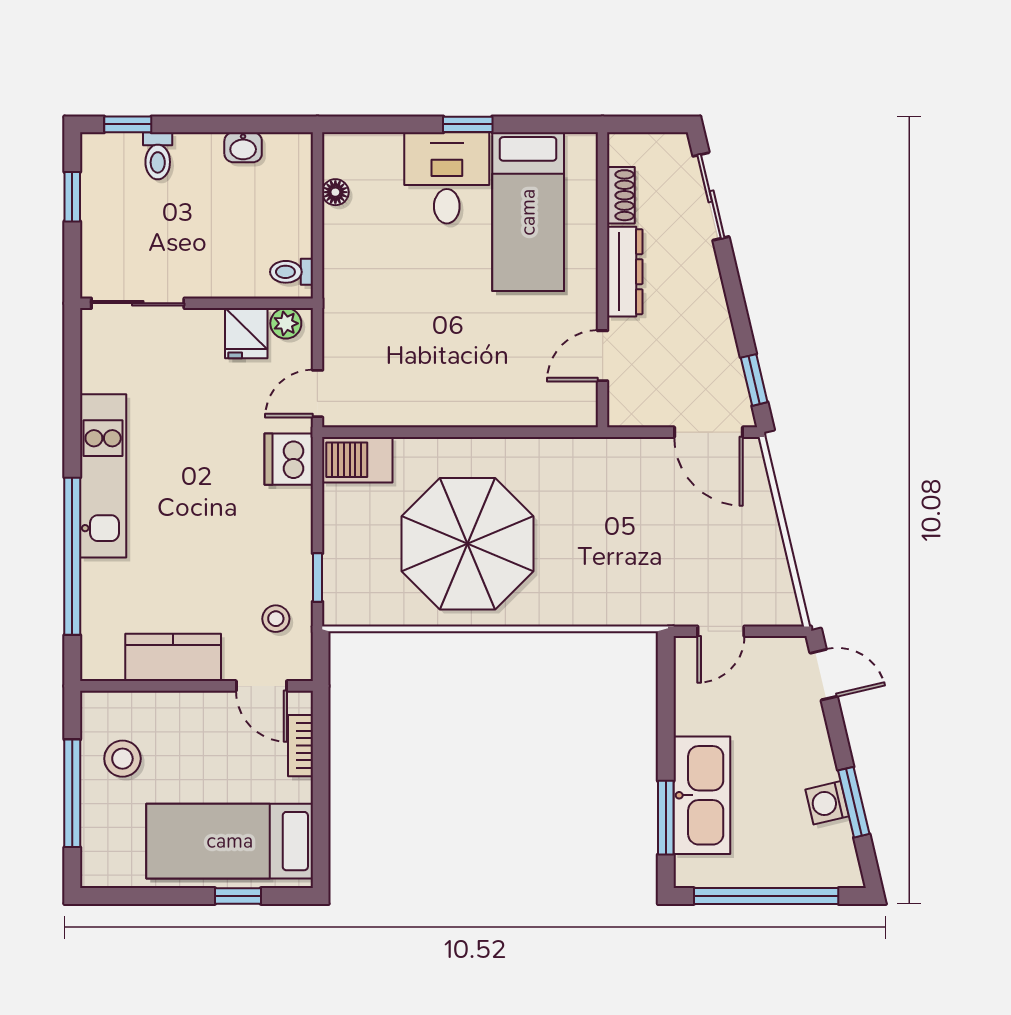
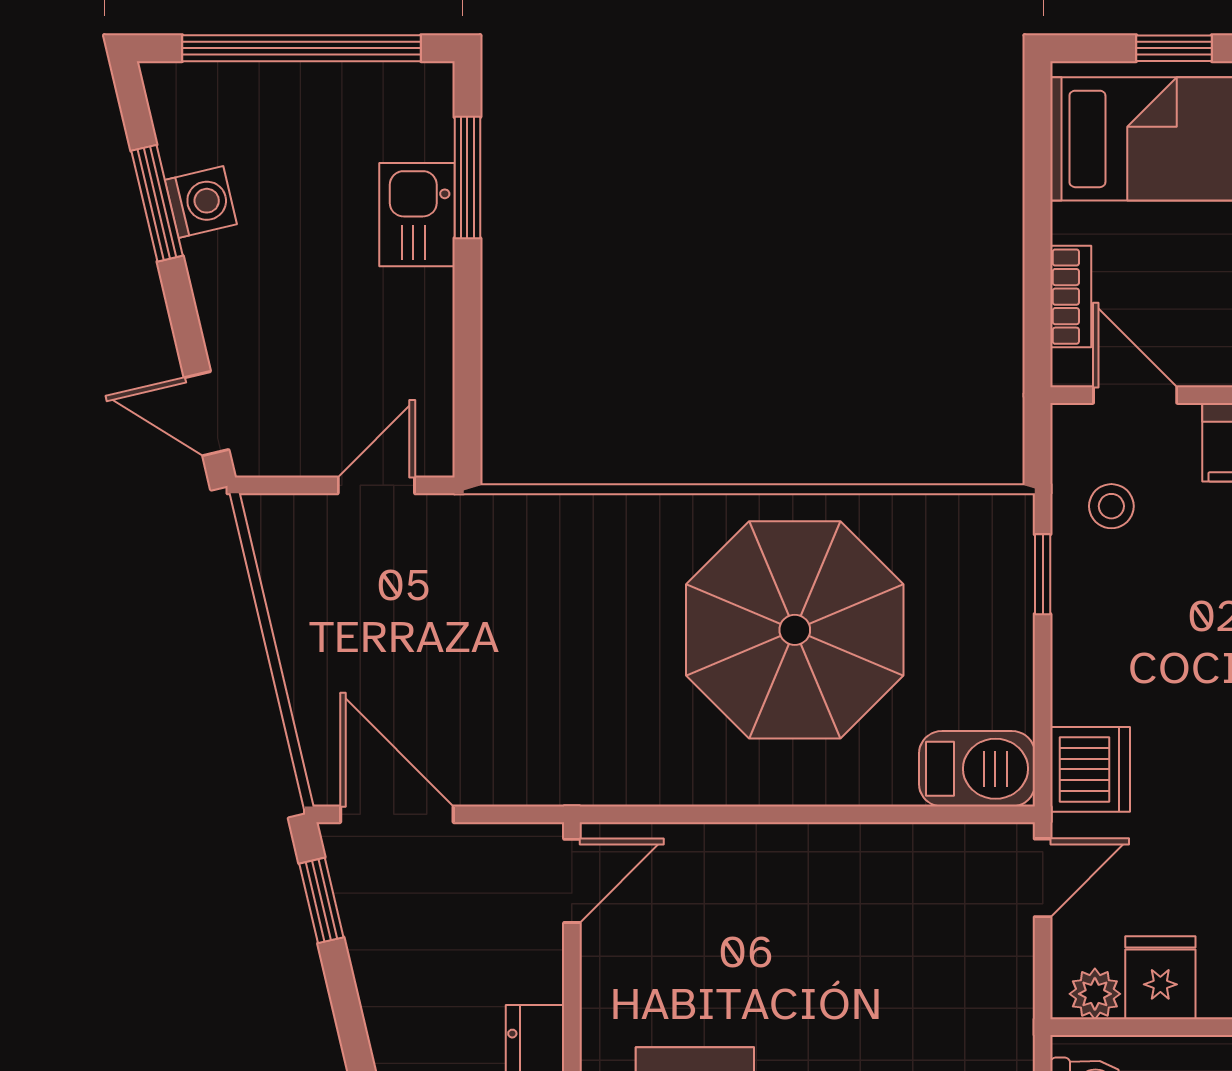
door: (603, 356) -> (572, 881), moved
kitchen sink: (702, 795) -> (417, 215), width x0.53, depth x0.81

